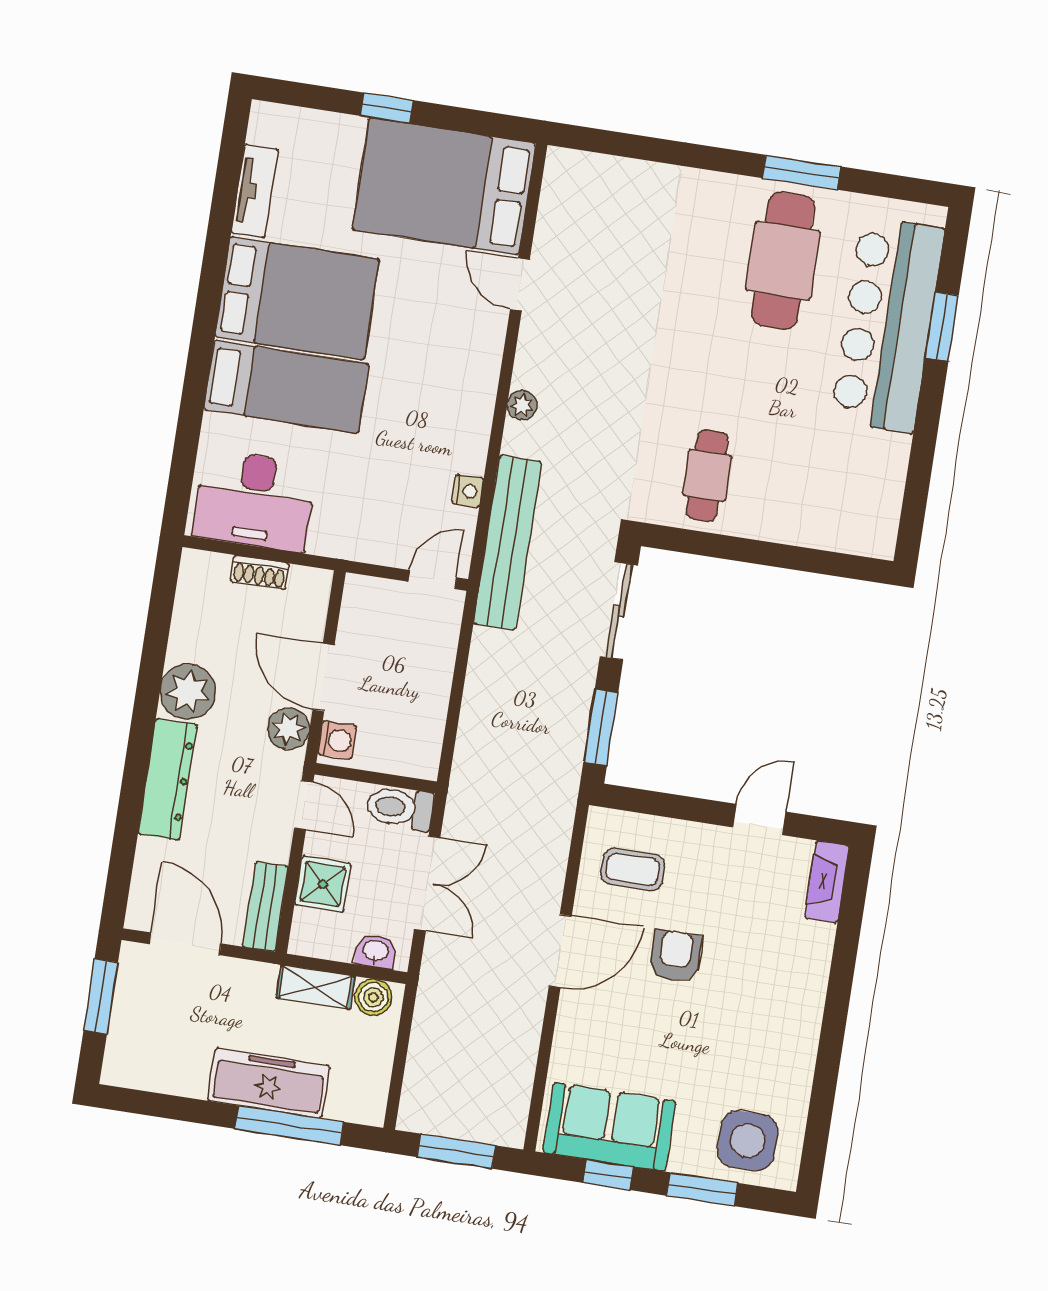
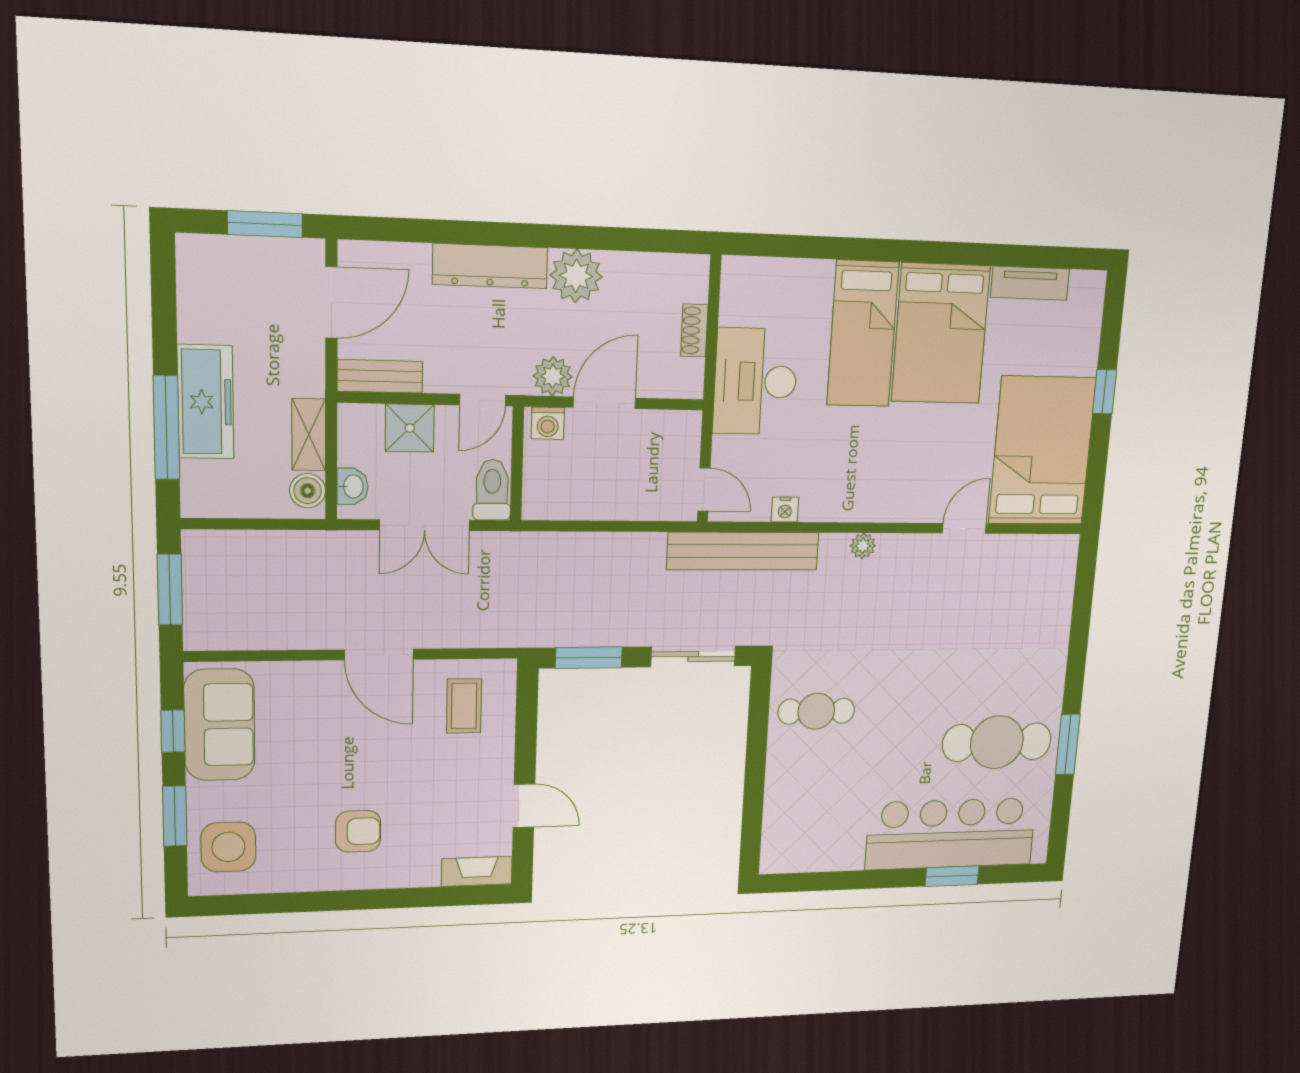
desk: (254, 501) -> (755, 381), moved
armchair: (676, 956) -> (358, 831), moved

